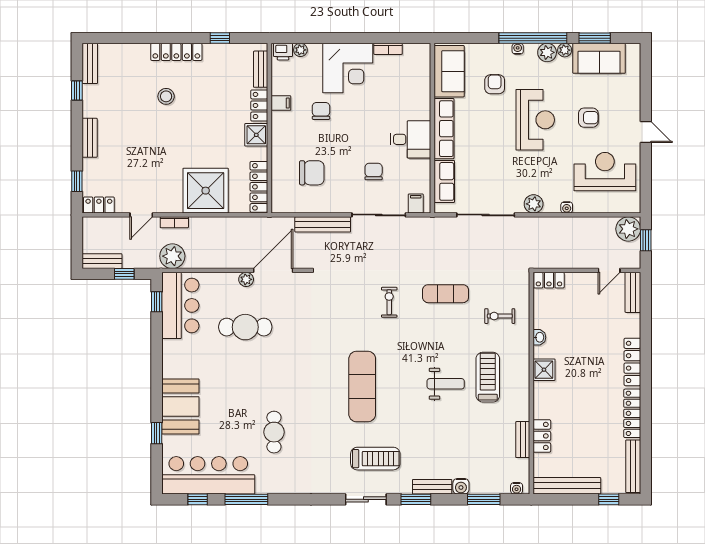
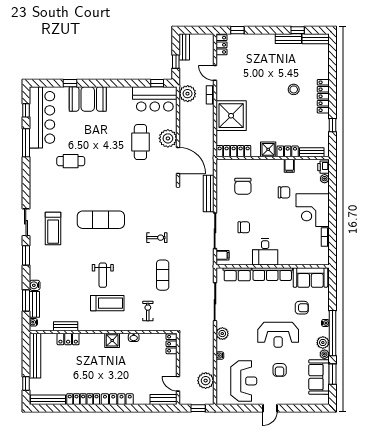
bench: (90, 138) -> (288, 39), moved
plant: (628, 229) -> (206, 381), moved
plant: (246, 279) -> (168, 138), width x1.88, depth x1.88
bench: (432, 487) -> (34, 304), moved

